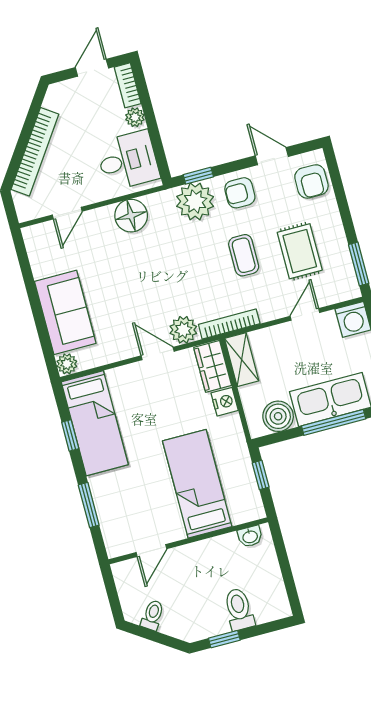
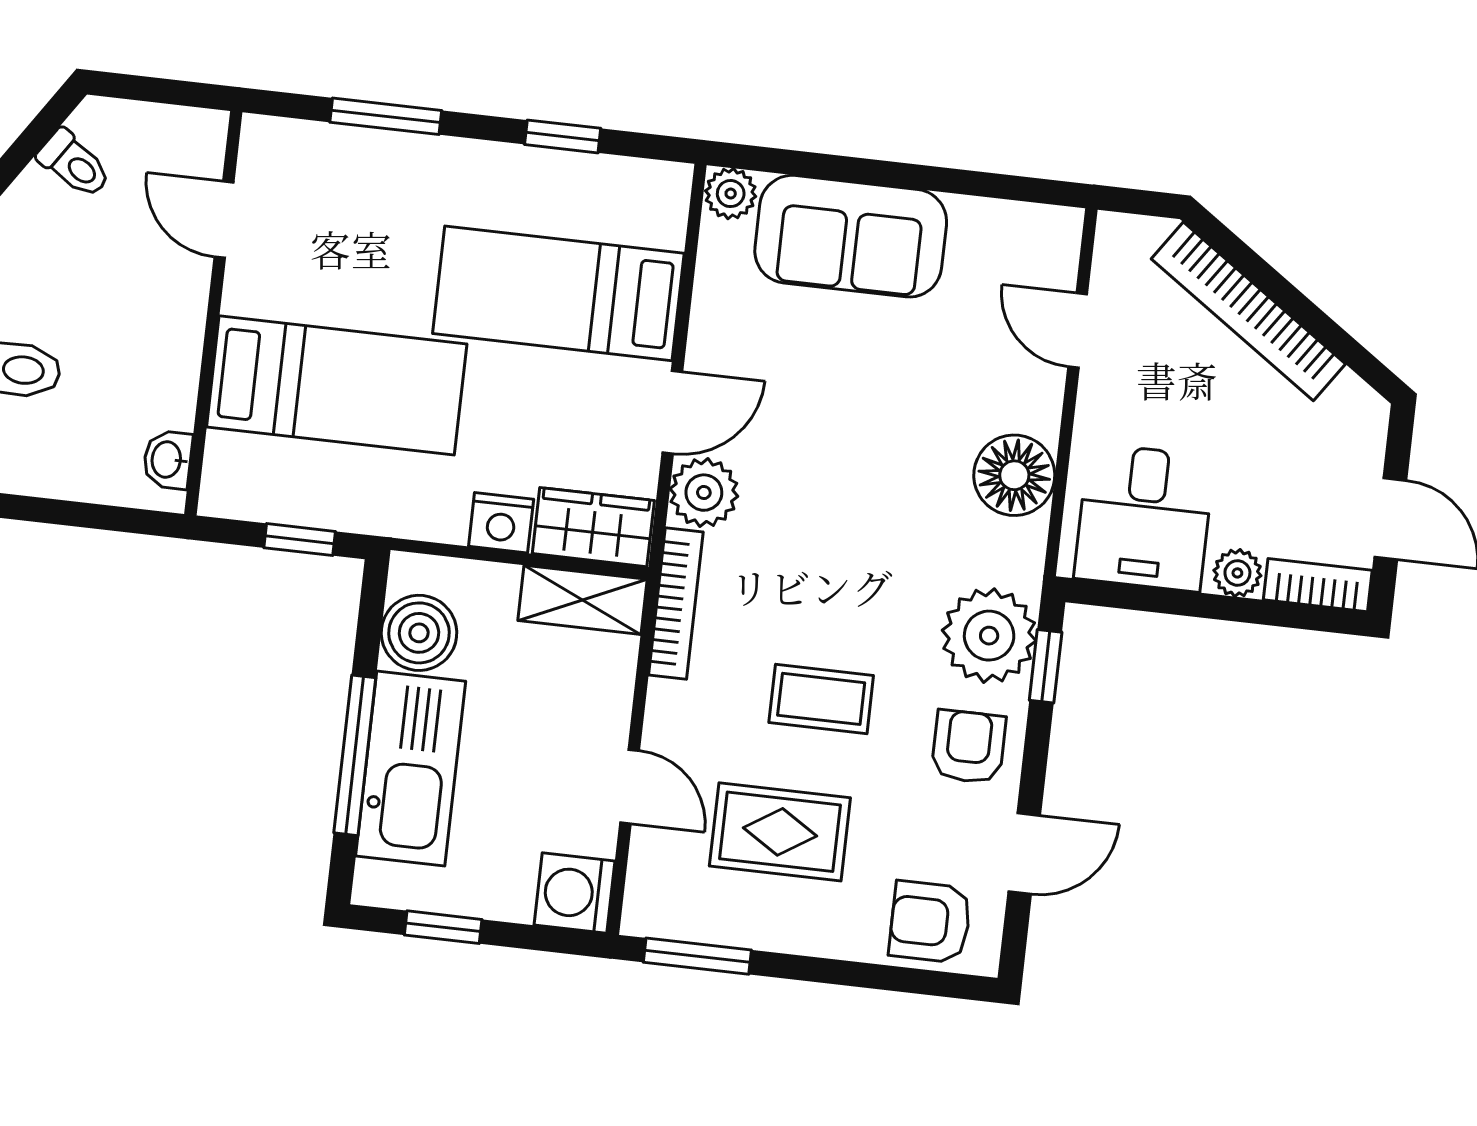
bed: (95, 423) -> (558, 293), moved

